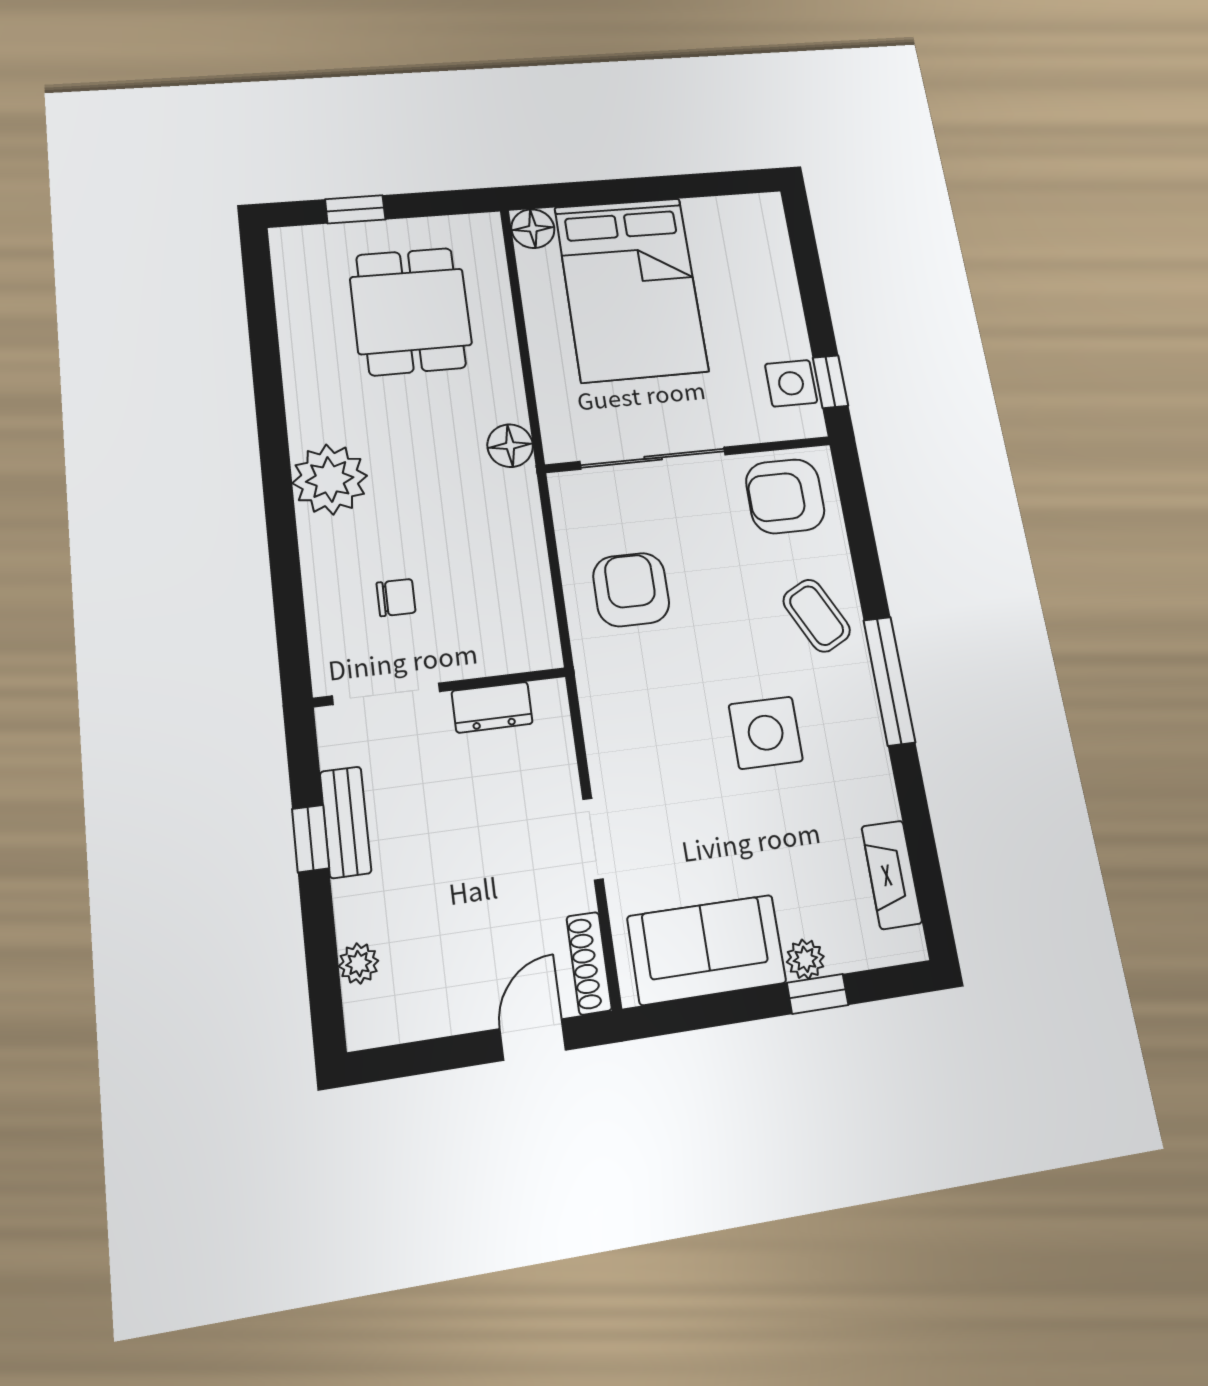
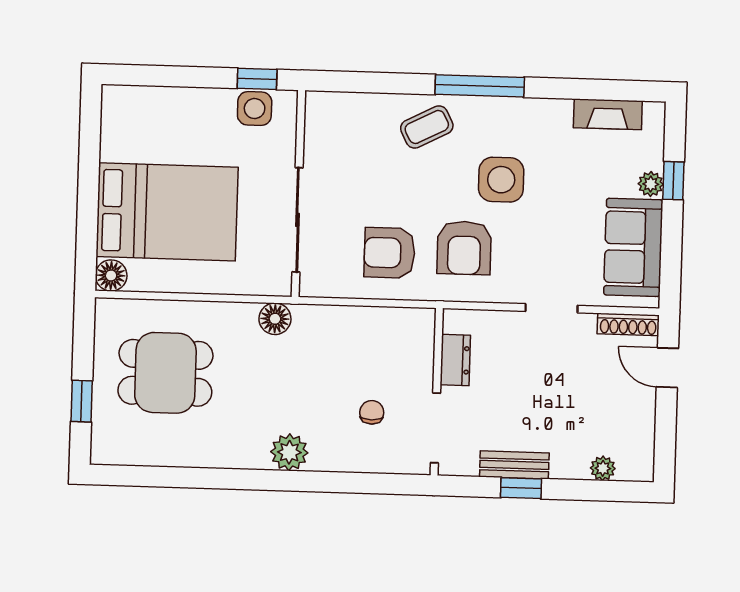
plant: (330, 479) -> (289, 452), width x0.73, depth x0.73
armchair: (785, 496) -> (464, 248), moved

